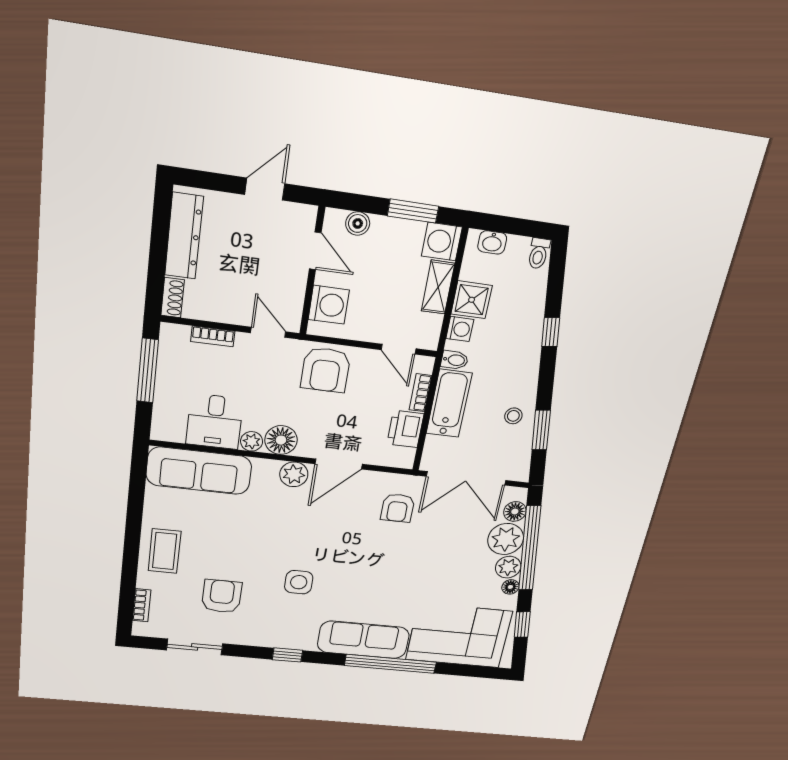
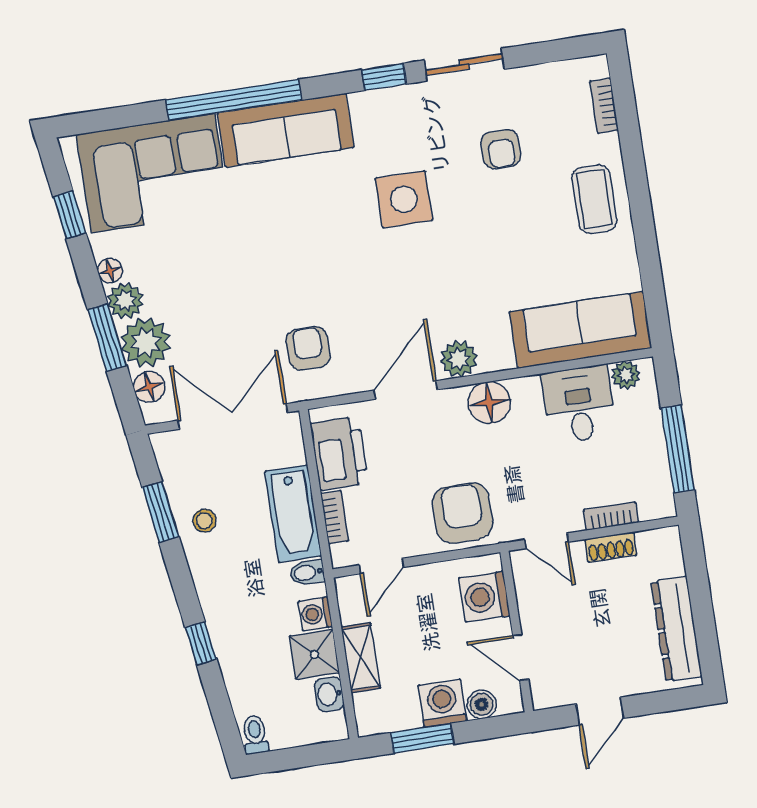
washing machine: (442, 242) -> (442, 703), moved, turned -90
washbasin: (492, 242) -> (329, 694), moved, turned -90
shoe rack: (173, 298) -> (611, 547), moved, turned -90
door: (399, 349) -> (381, 566), swing flipped
printer: (405, 429) -> (339, 453), width x1.37, depth x1.19
plant: (252, 441) -> (626, 375), moved
window: (530, 548) -> (107, 338), width x0.47
side table: (299, 582) -> (404, 199), width x1.37, depth x1.37
armchair: (222, 596) -> (501, 149), width x0.72, depth x0.72
sliding door: (195, 647) -> (464, 65), moved

